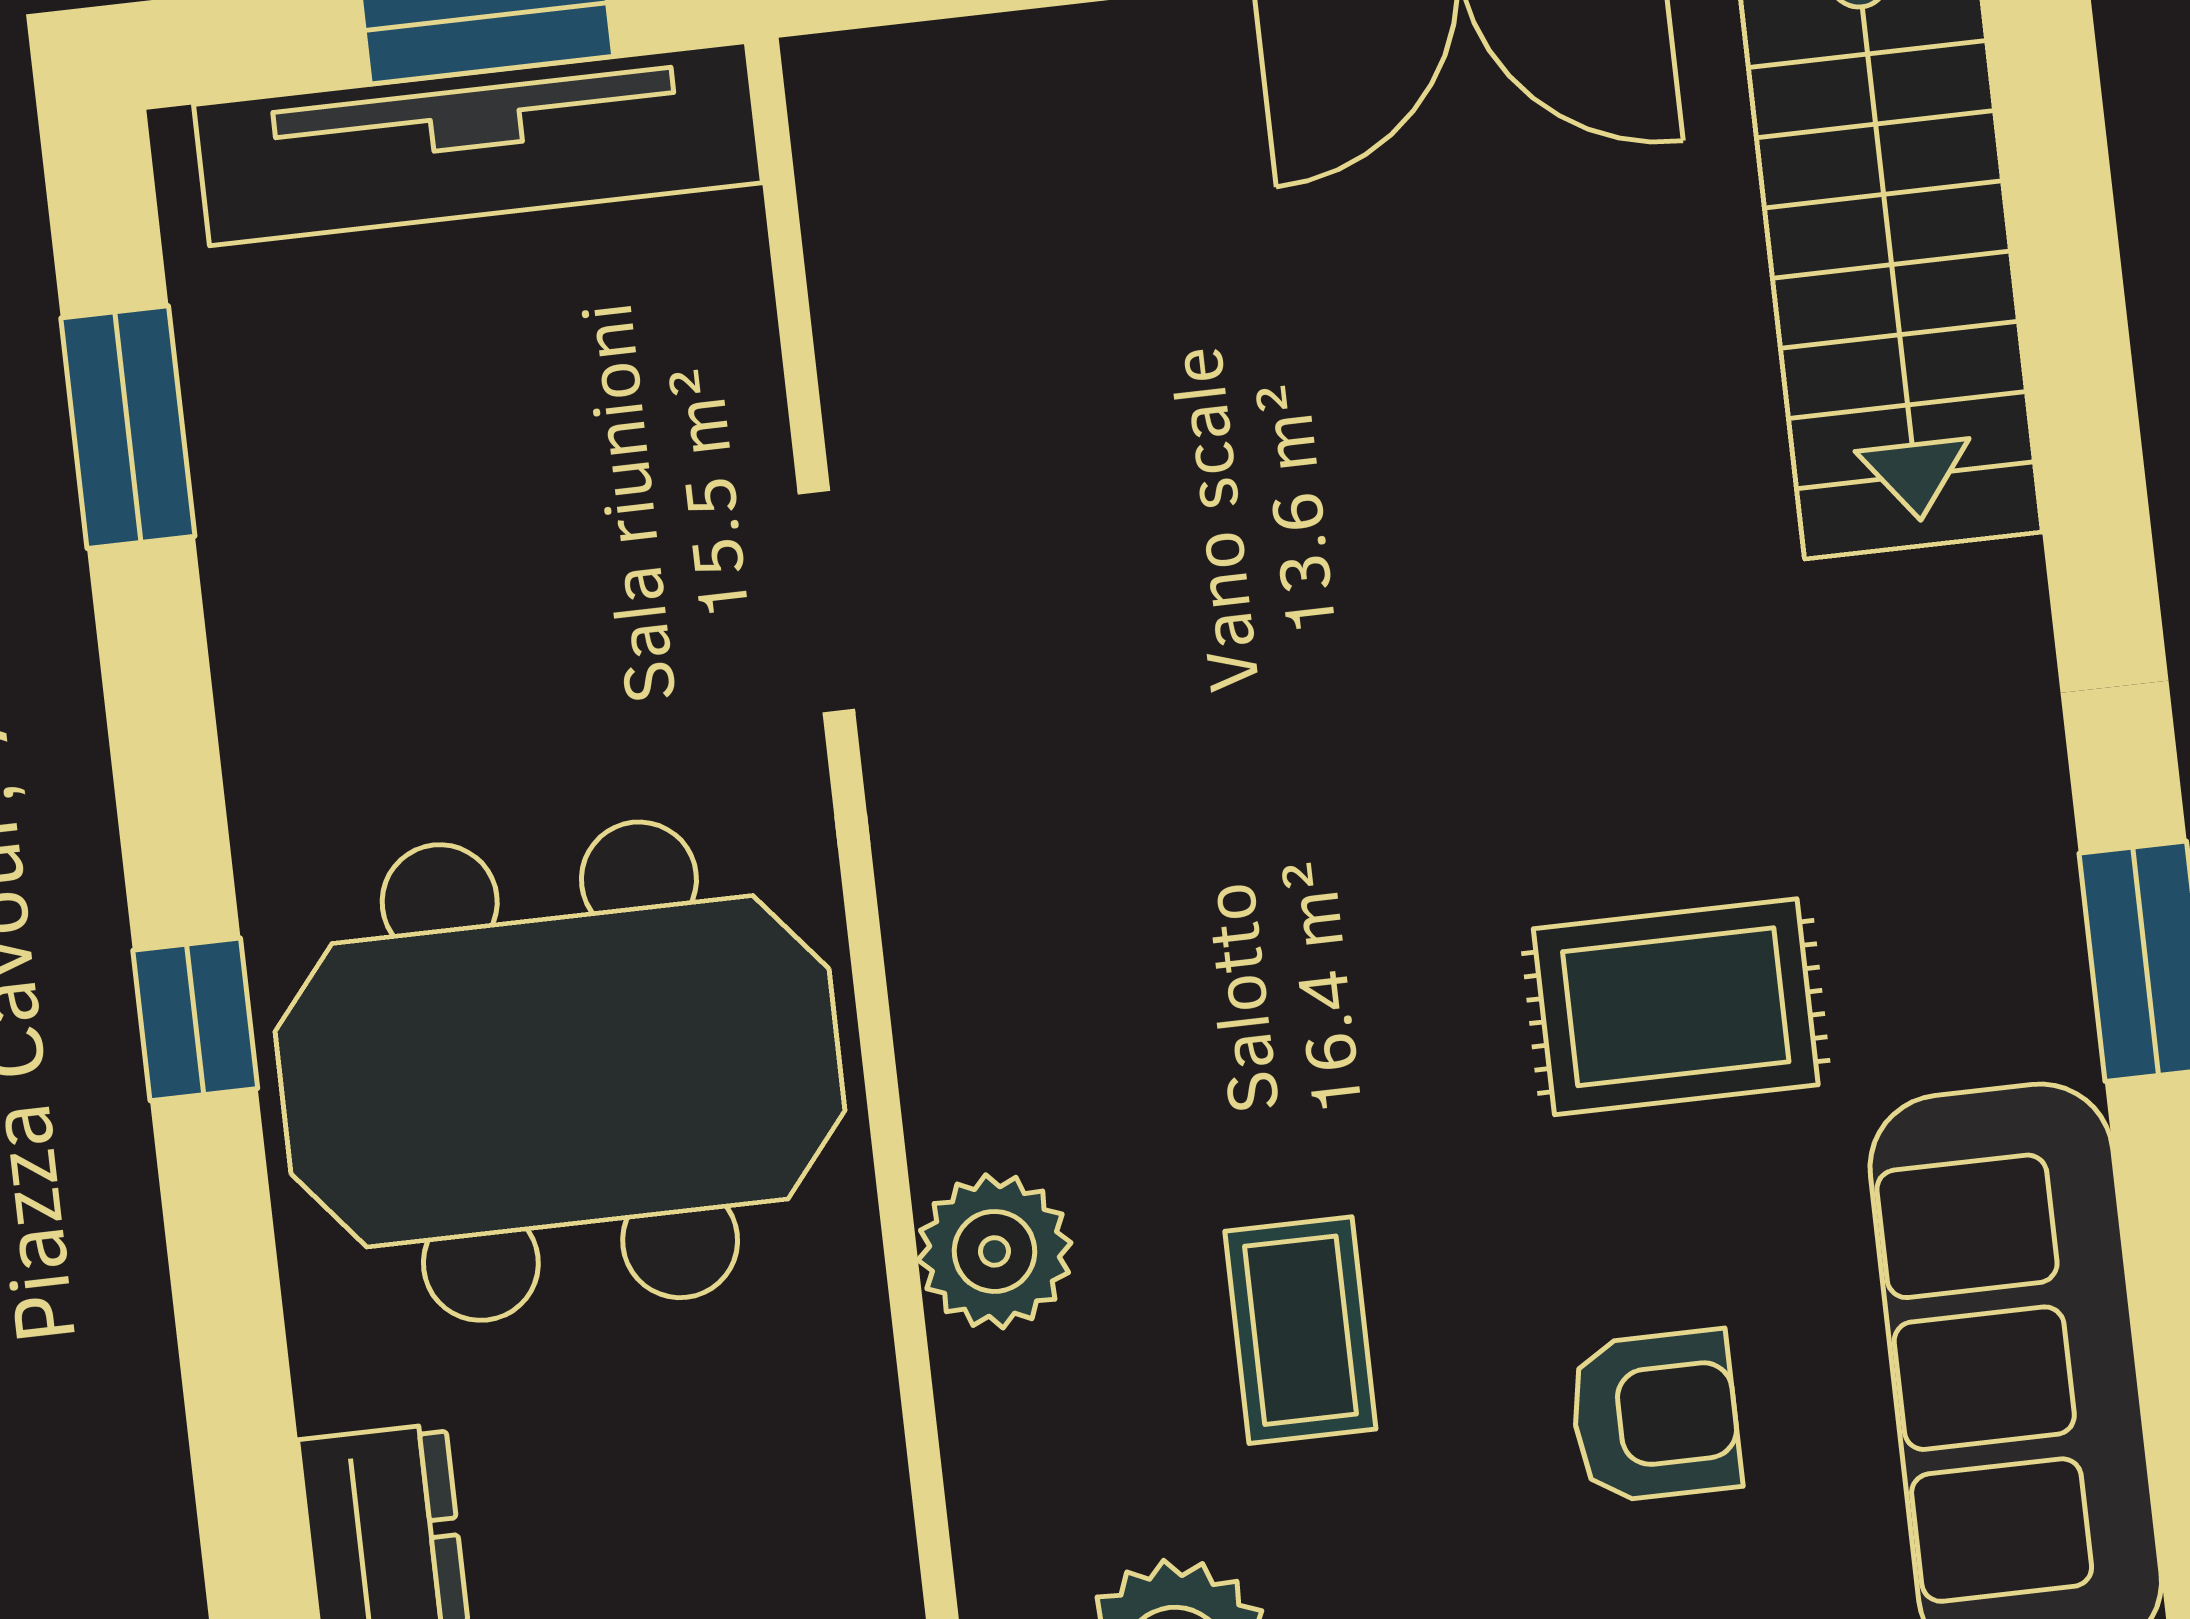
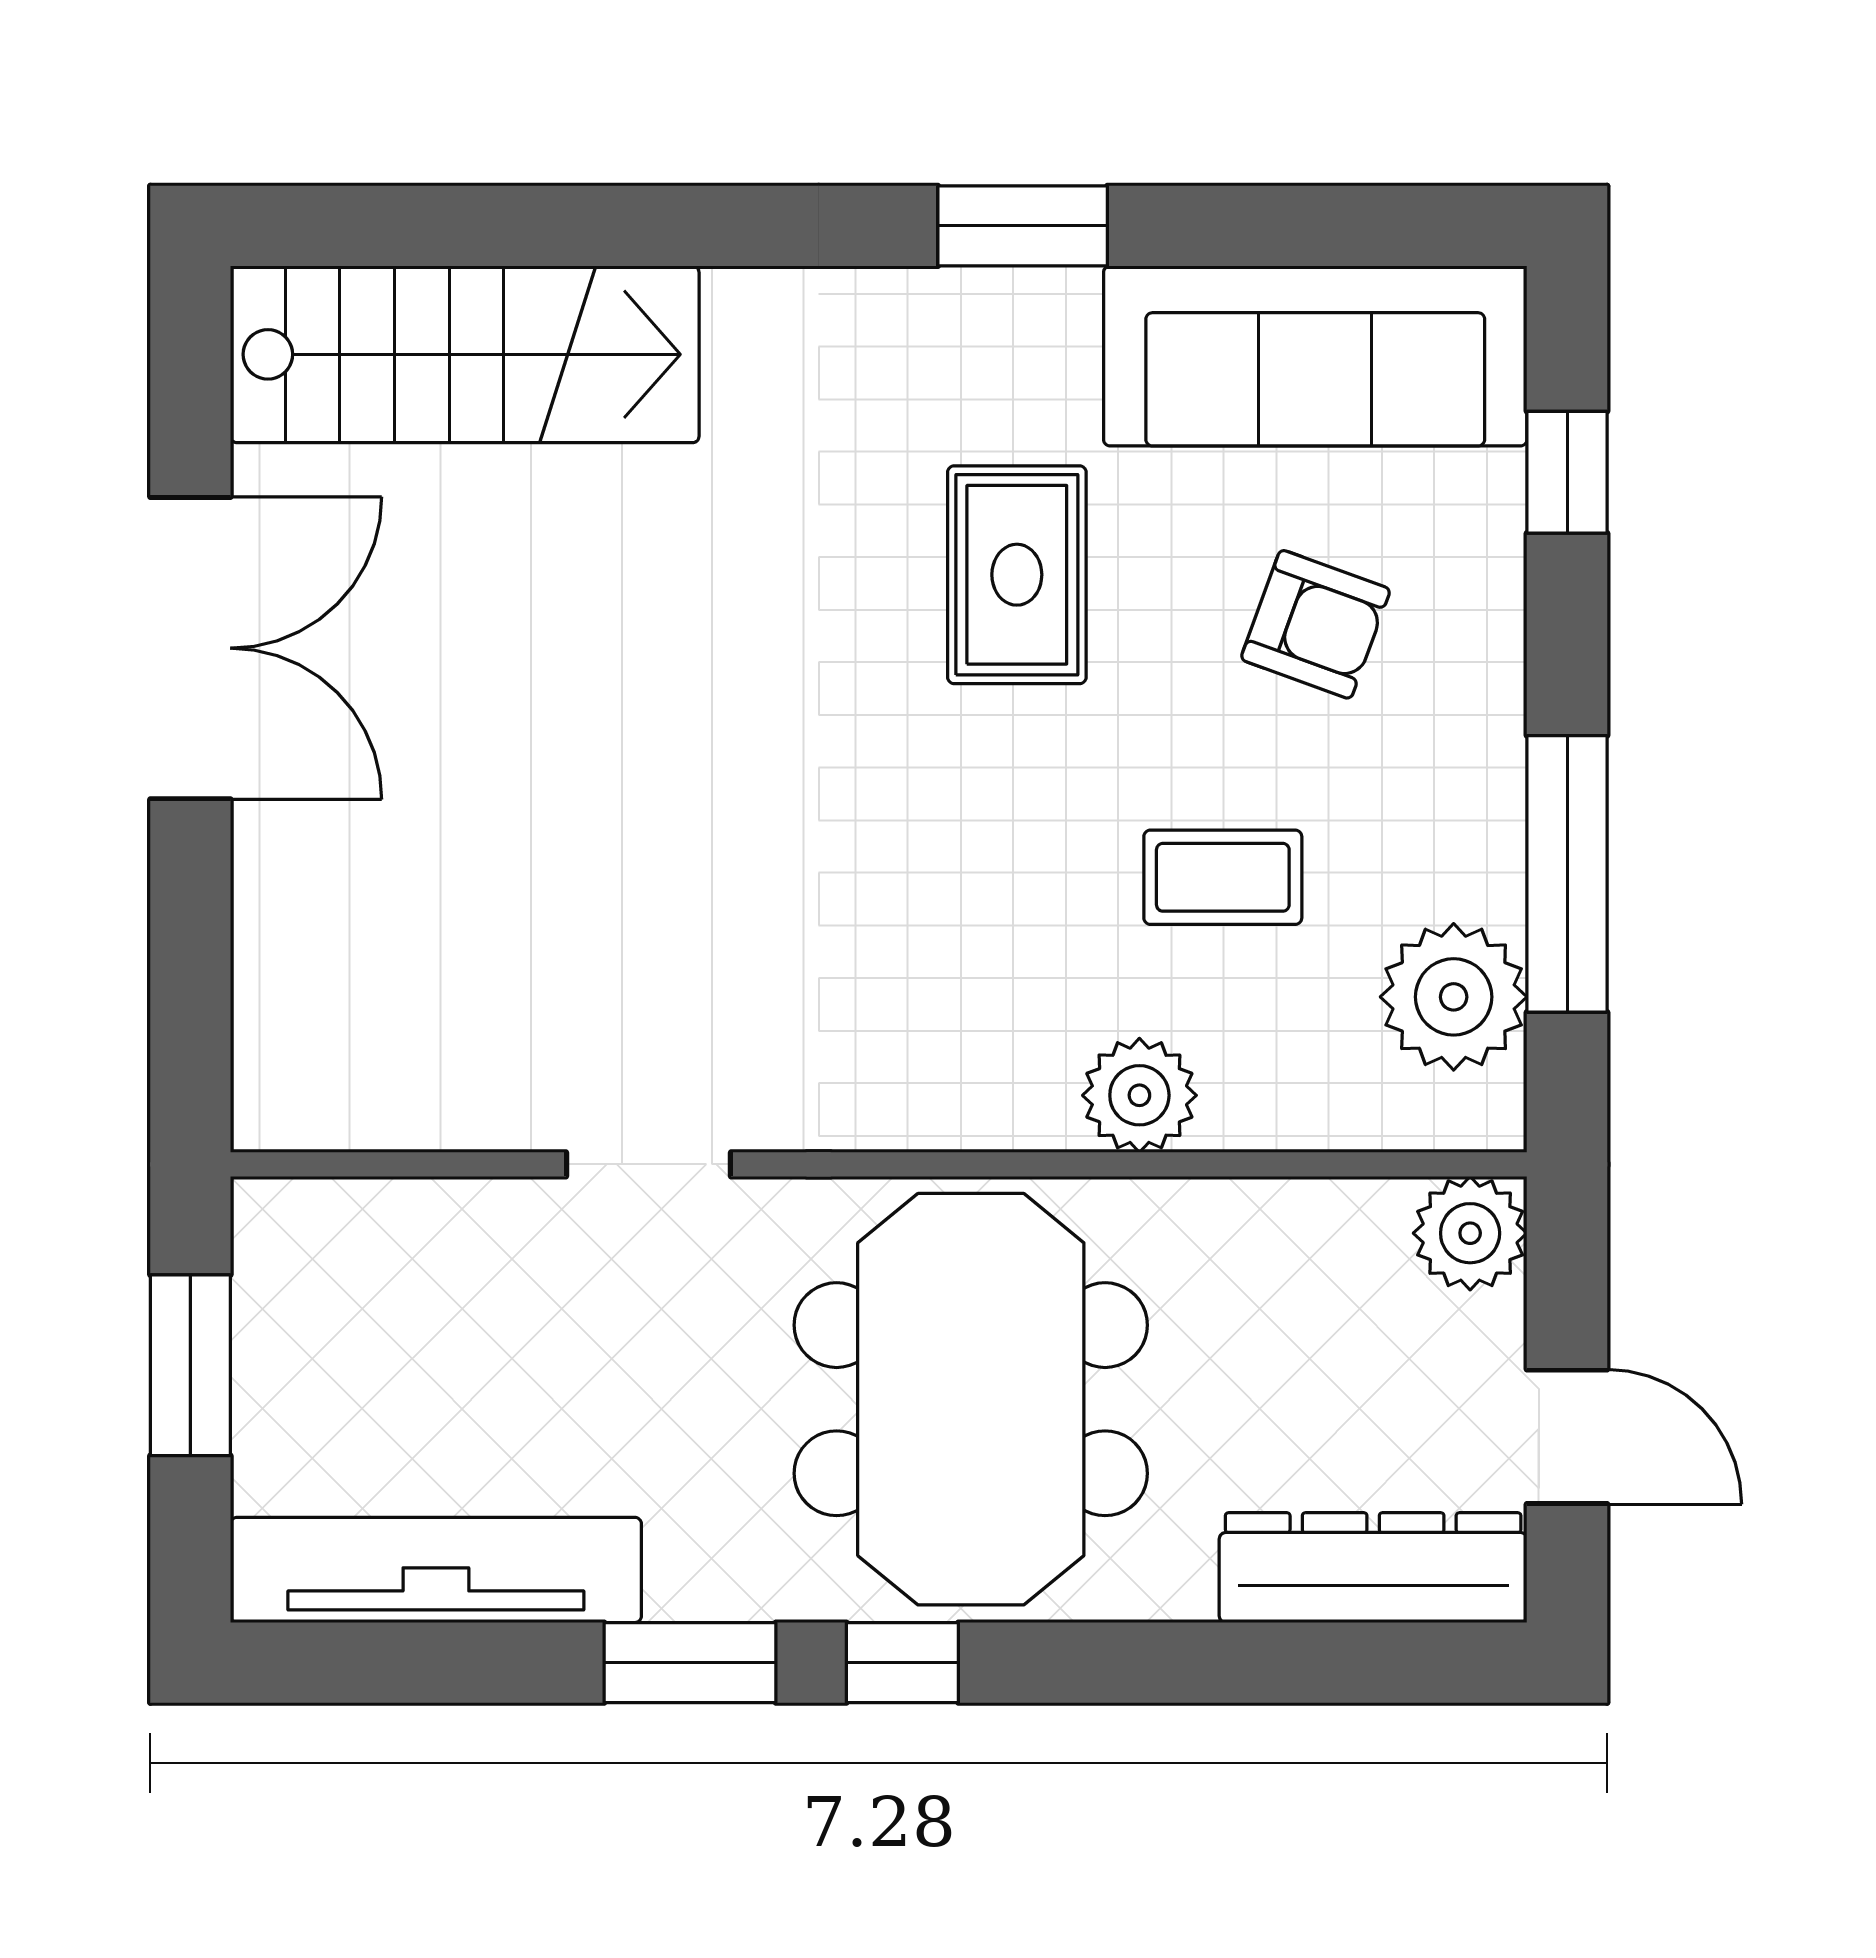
tv unit: (478, 144) -> (436, 1570), moved, turned -90
window: (128, 427) -> (690, 1663), moved
armchair: (1655, 1416) -> (1316, 624), turned 110

